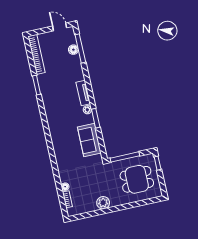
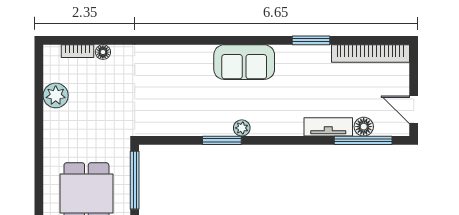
door: (60, 27) -> (414, 110), swing flipped
tv unit: (83, 93) -> (328, 127), moved
sofa: (89, 140) -> (244, 62), moved, turned 180
plant: (103, 203) -> (56, 95), moved

